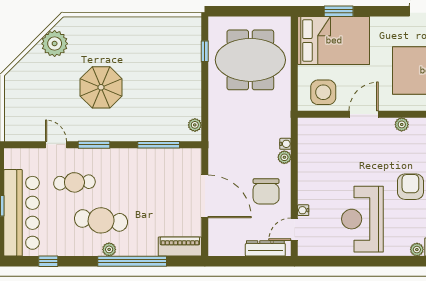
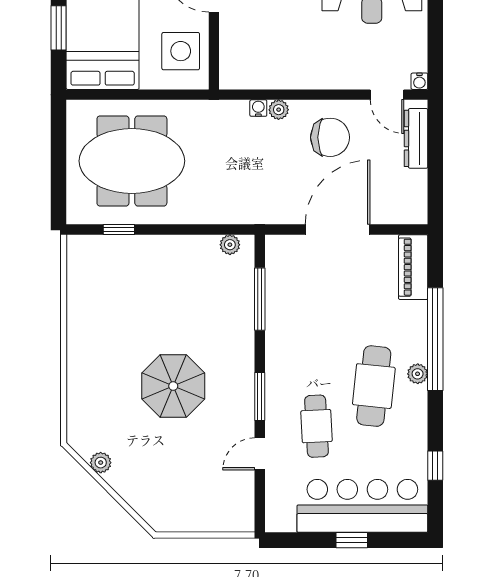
plant: (55, 44) -> (101, 463), width x0.53, depth x0.53
meeting table: (250, 60) -> (132, 161), turned 90
water cooler: (303, 210) -> (419, 81), moved

